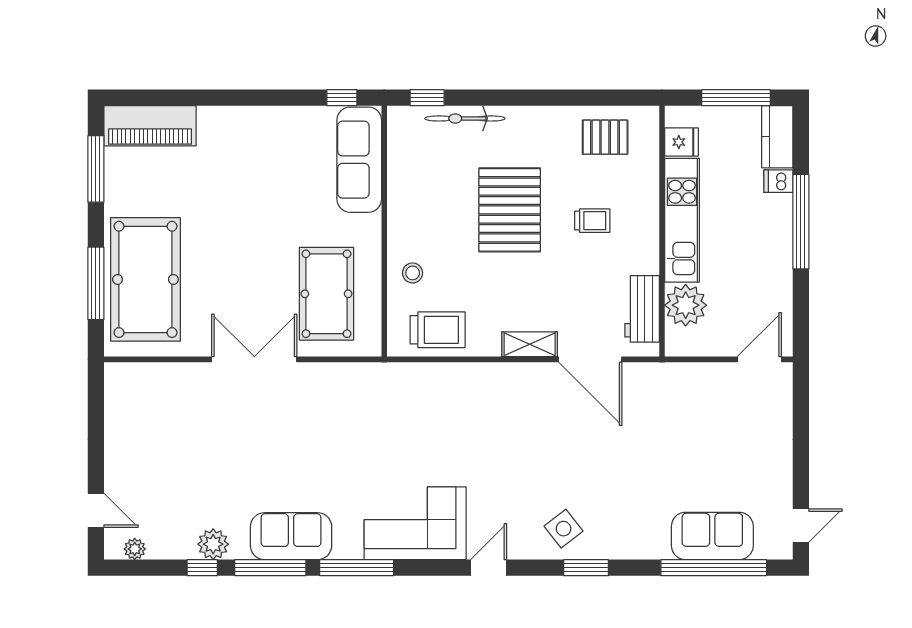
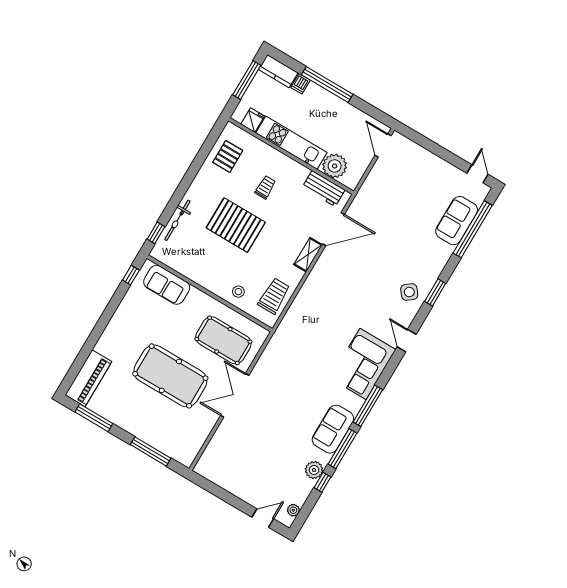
sofa: (359, 160) -> (167, 285), width x0.73
pool table: (145, 279) -> (170, 376), moved

